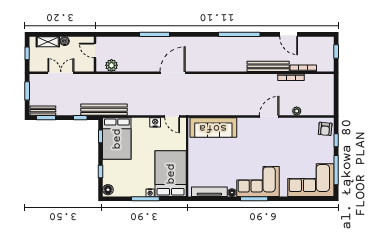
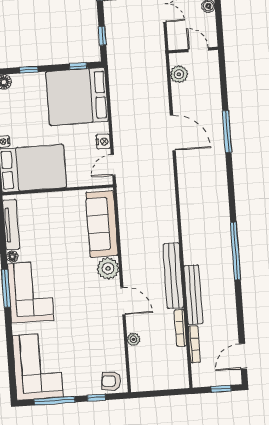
door: (289, 34) -> (243, 356), moved
door: (95, 50) -> (198, 50), hinge flipped
door: (173, 73) -> (173, 133), moved
bench: (104, 110) -> (173, 276), moved
plant: (245, 125) -> (108, 268), added
bed: (117, 139) -> (77, 96), width x1.36

